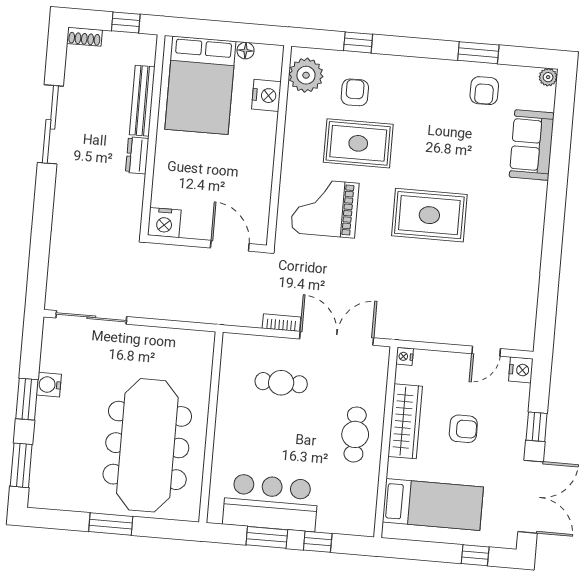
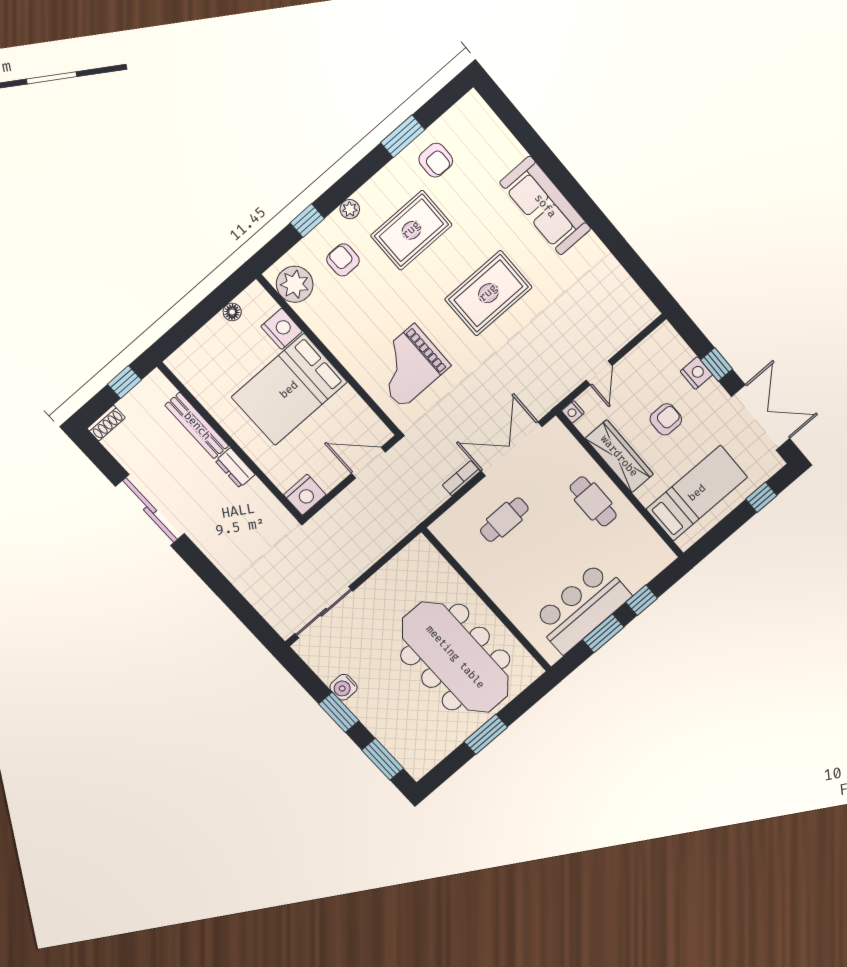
plant: (548, 77) -> (350, 209), moved
bed: (200, 85) -> (289, 390), moved, turned 90
rug: (358, 143) -> (411, 230), moved
sofa: (532, 145) -> (545, 206), moved, width x1.36
door: (486, 351) -> (599, 373), moved
nightstand: (521, 370) -> (696, 373), moved

